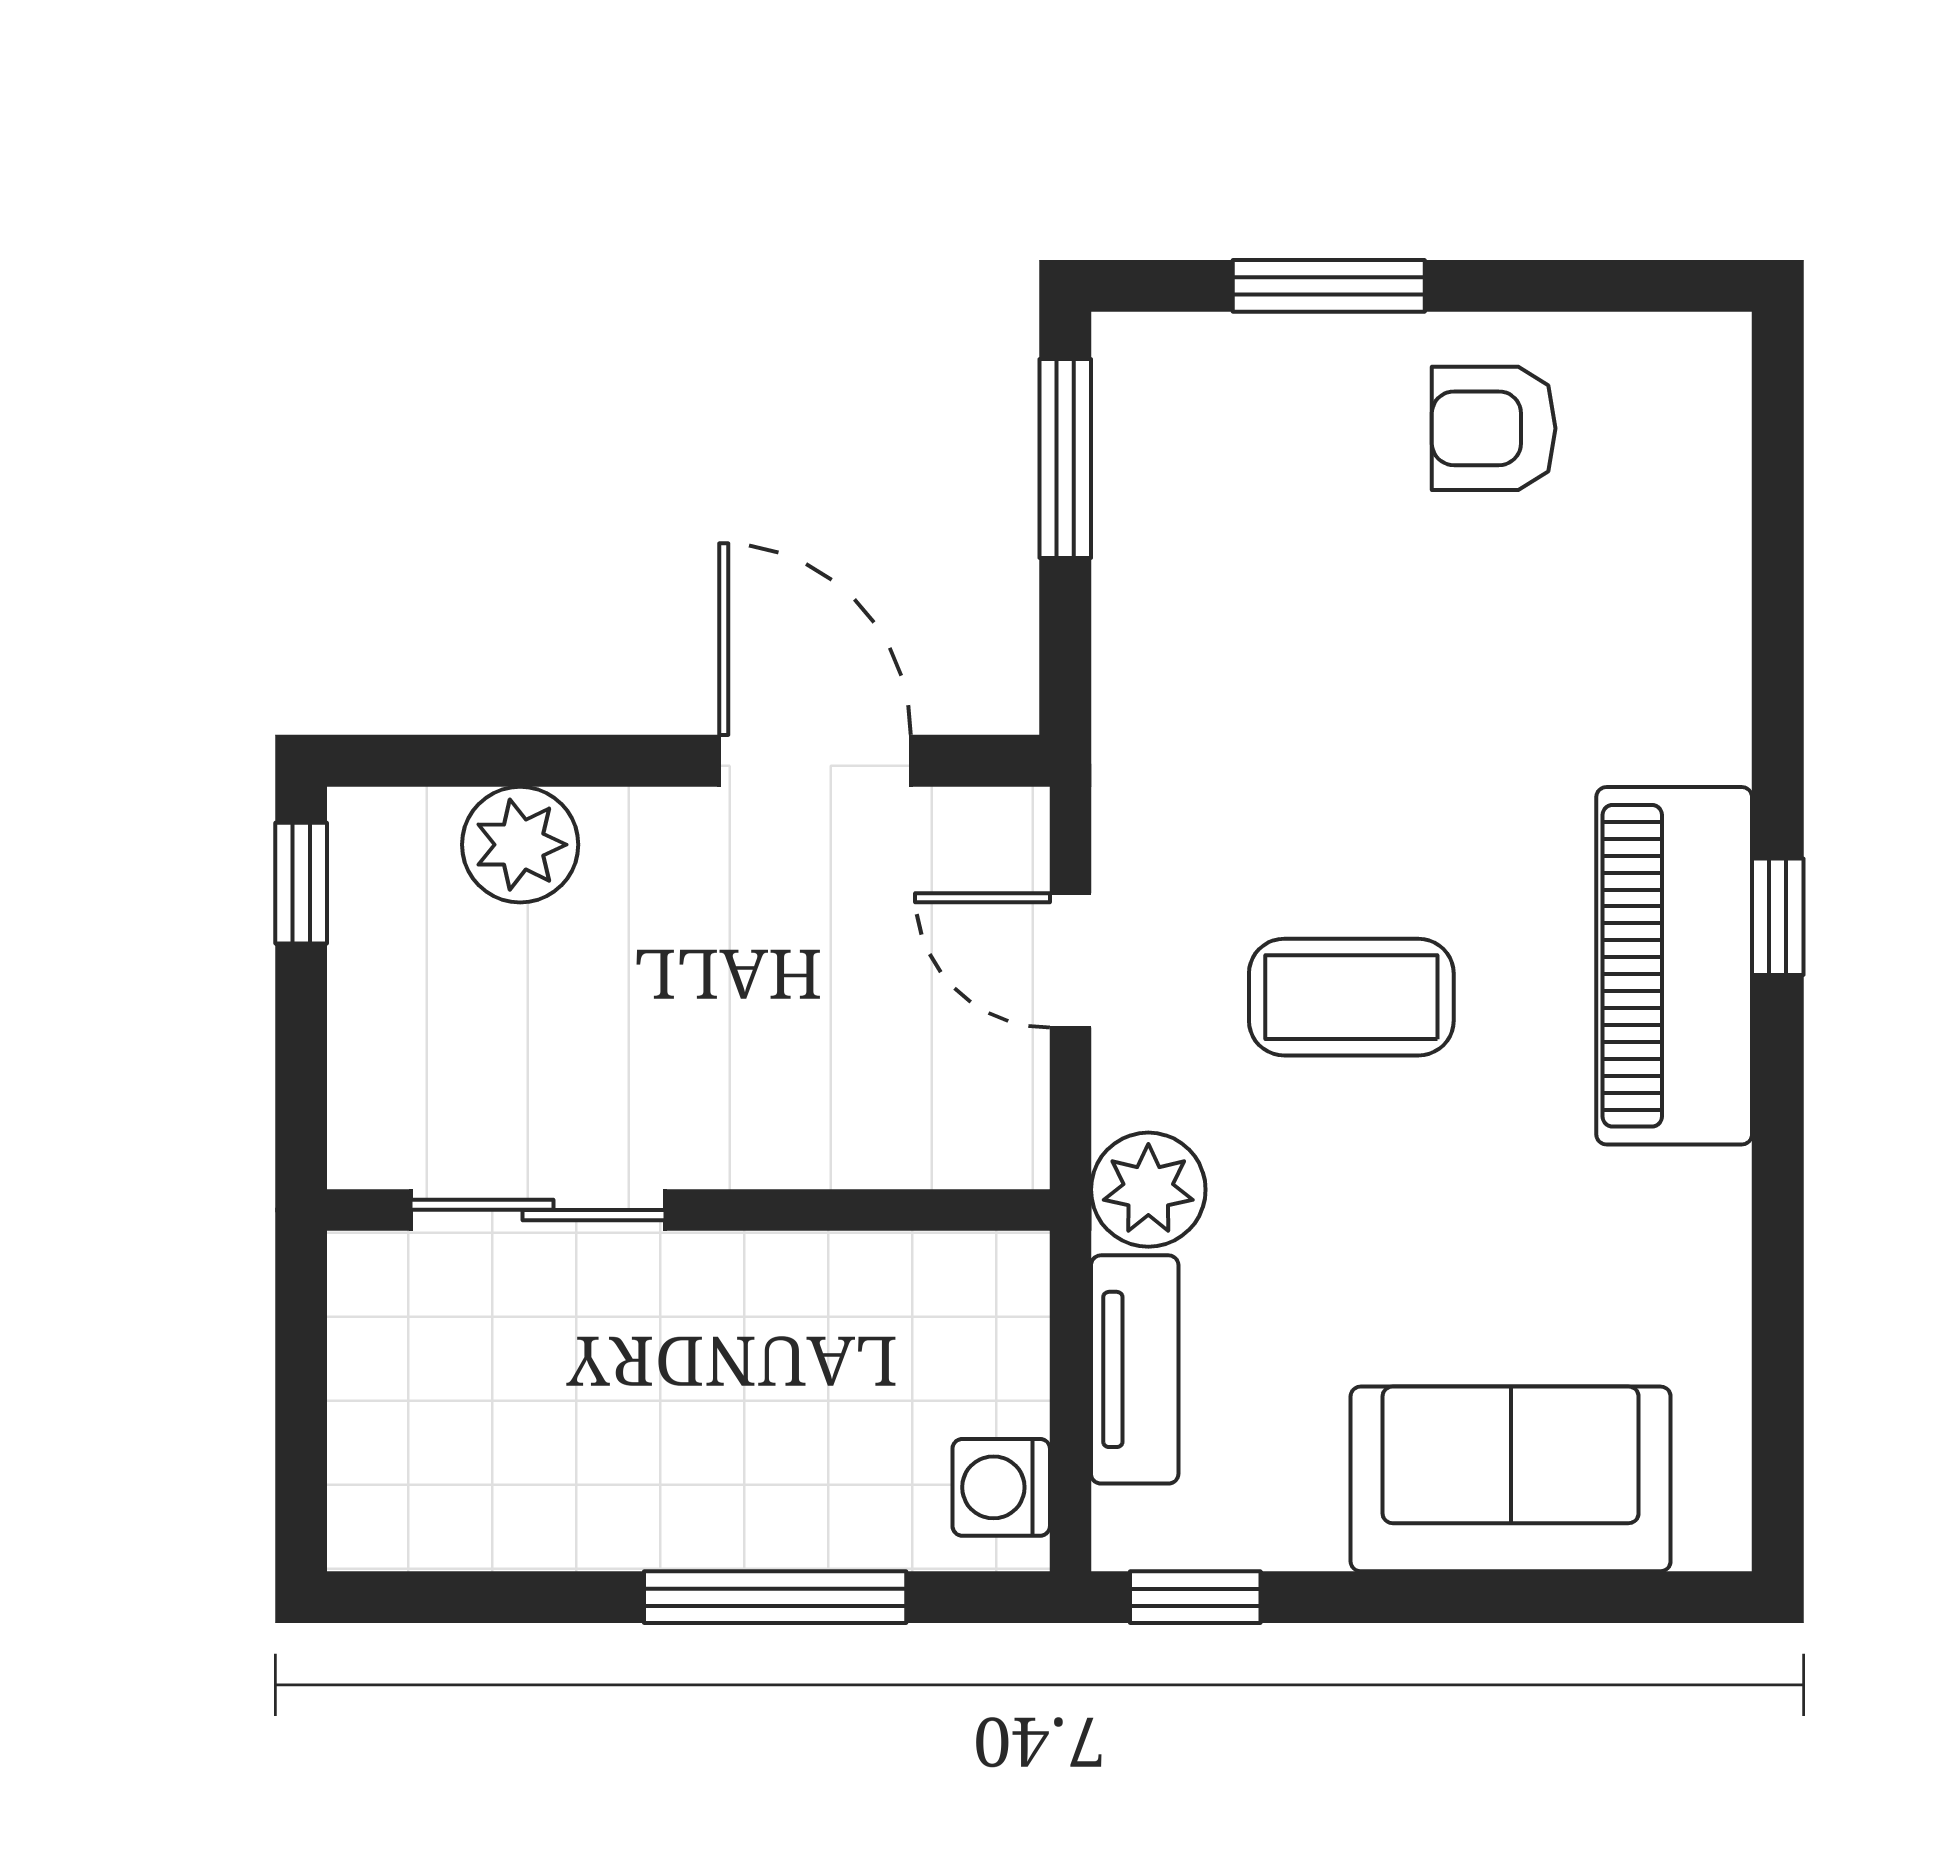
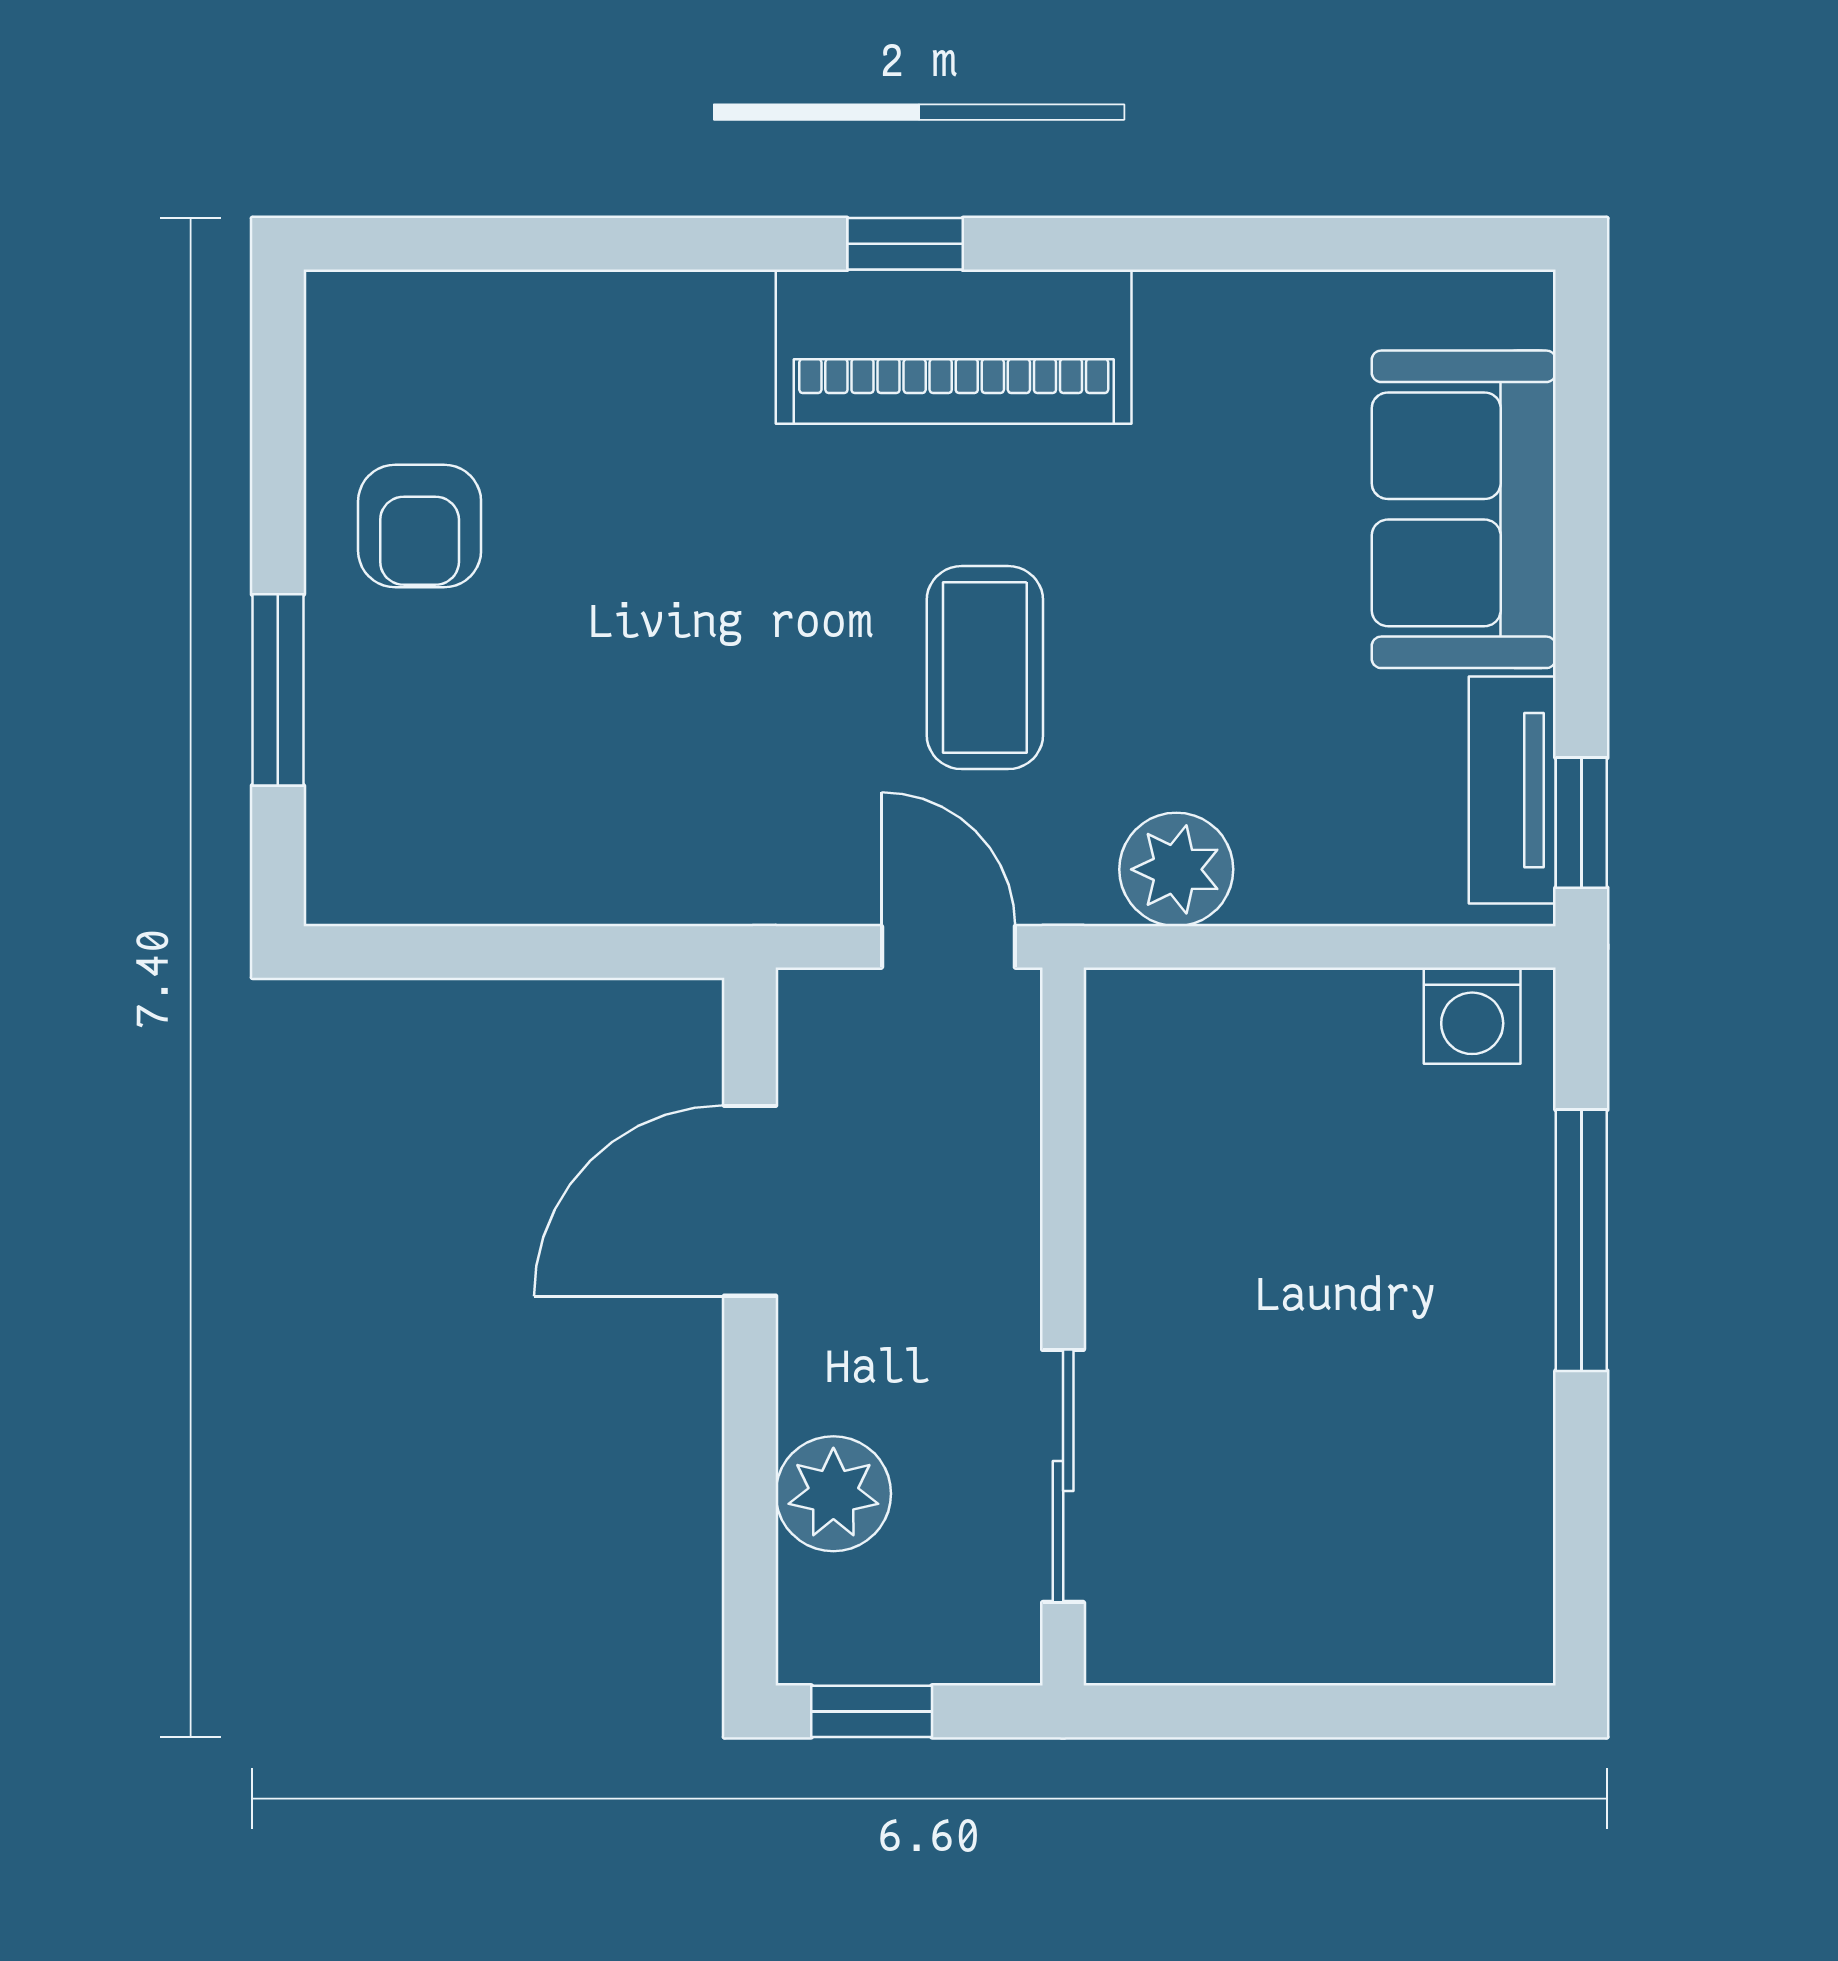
window: (1065, 459) -> (450, 952), removed
door: (1070, 960) -> (948, 947), swing flipped
sliding door: (538, 1210) -> (1063, 1476), moved
wall: (688, 1210) -> (1063, 1327), moved
tv unit: (1135, 1369) -> (1512, 790), moved, turned -90

